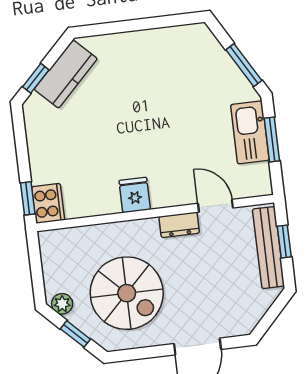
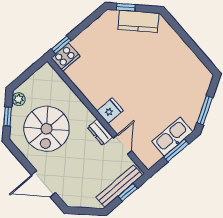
fridge: (135, 195) -> (110, 111), moved

